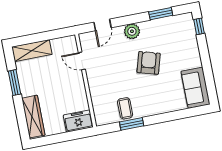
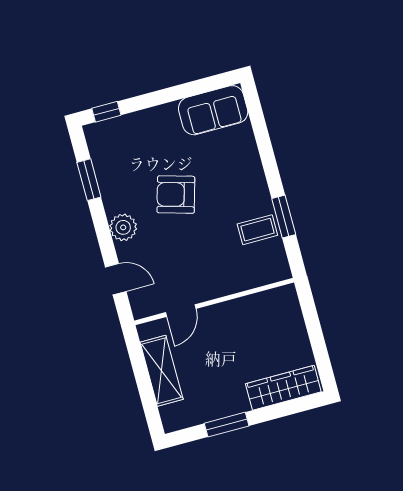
shelving: (32, 51) -> (162, 371), moved
freezer: (78, 121) -> (285, 309), removed

